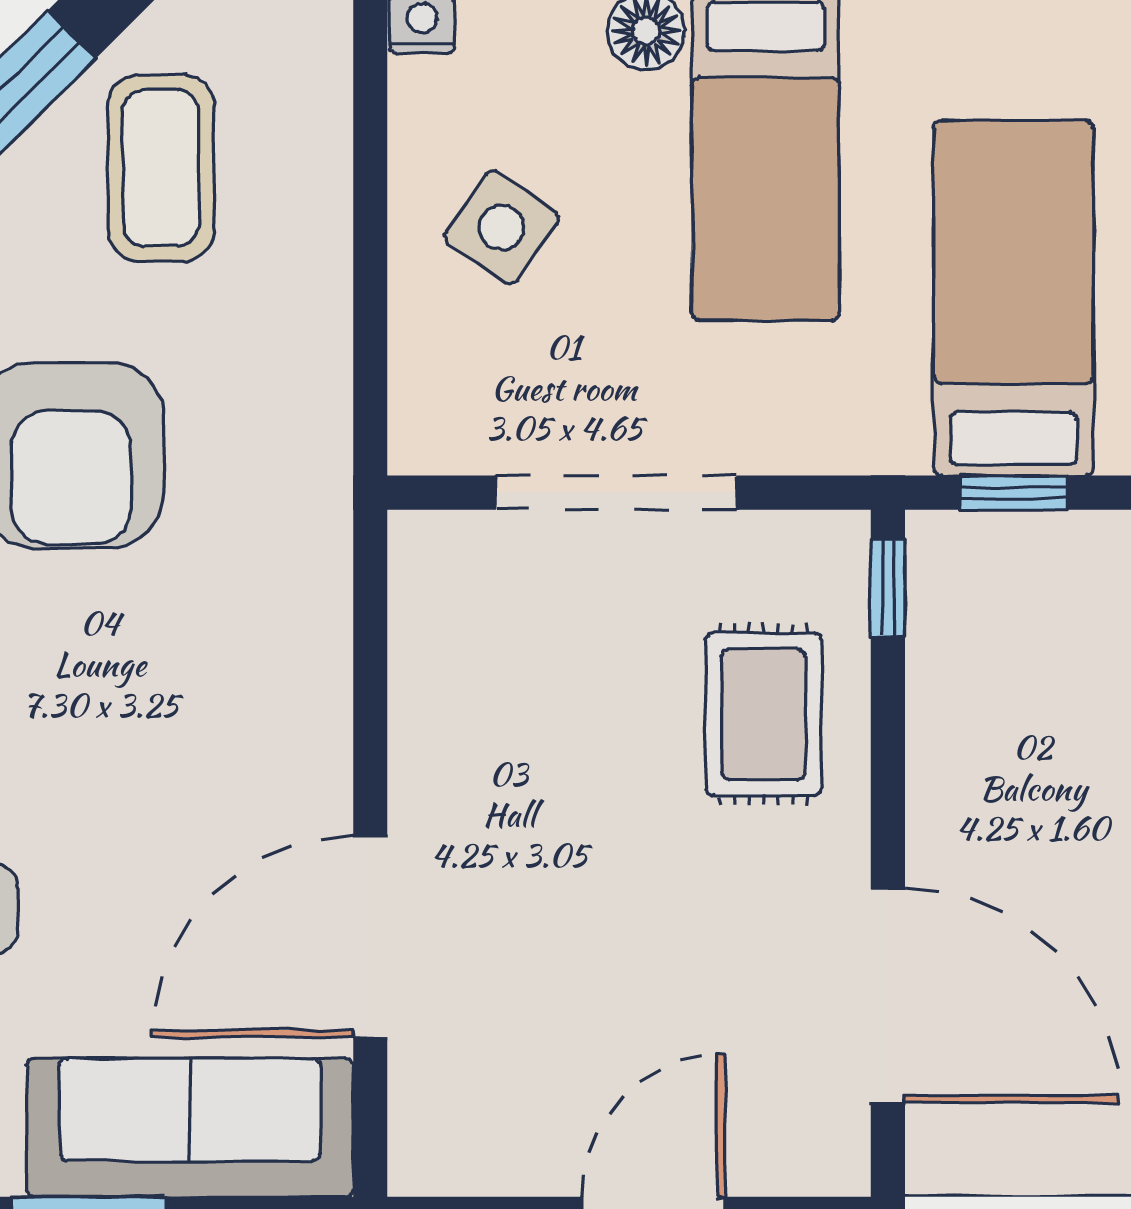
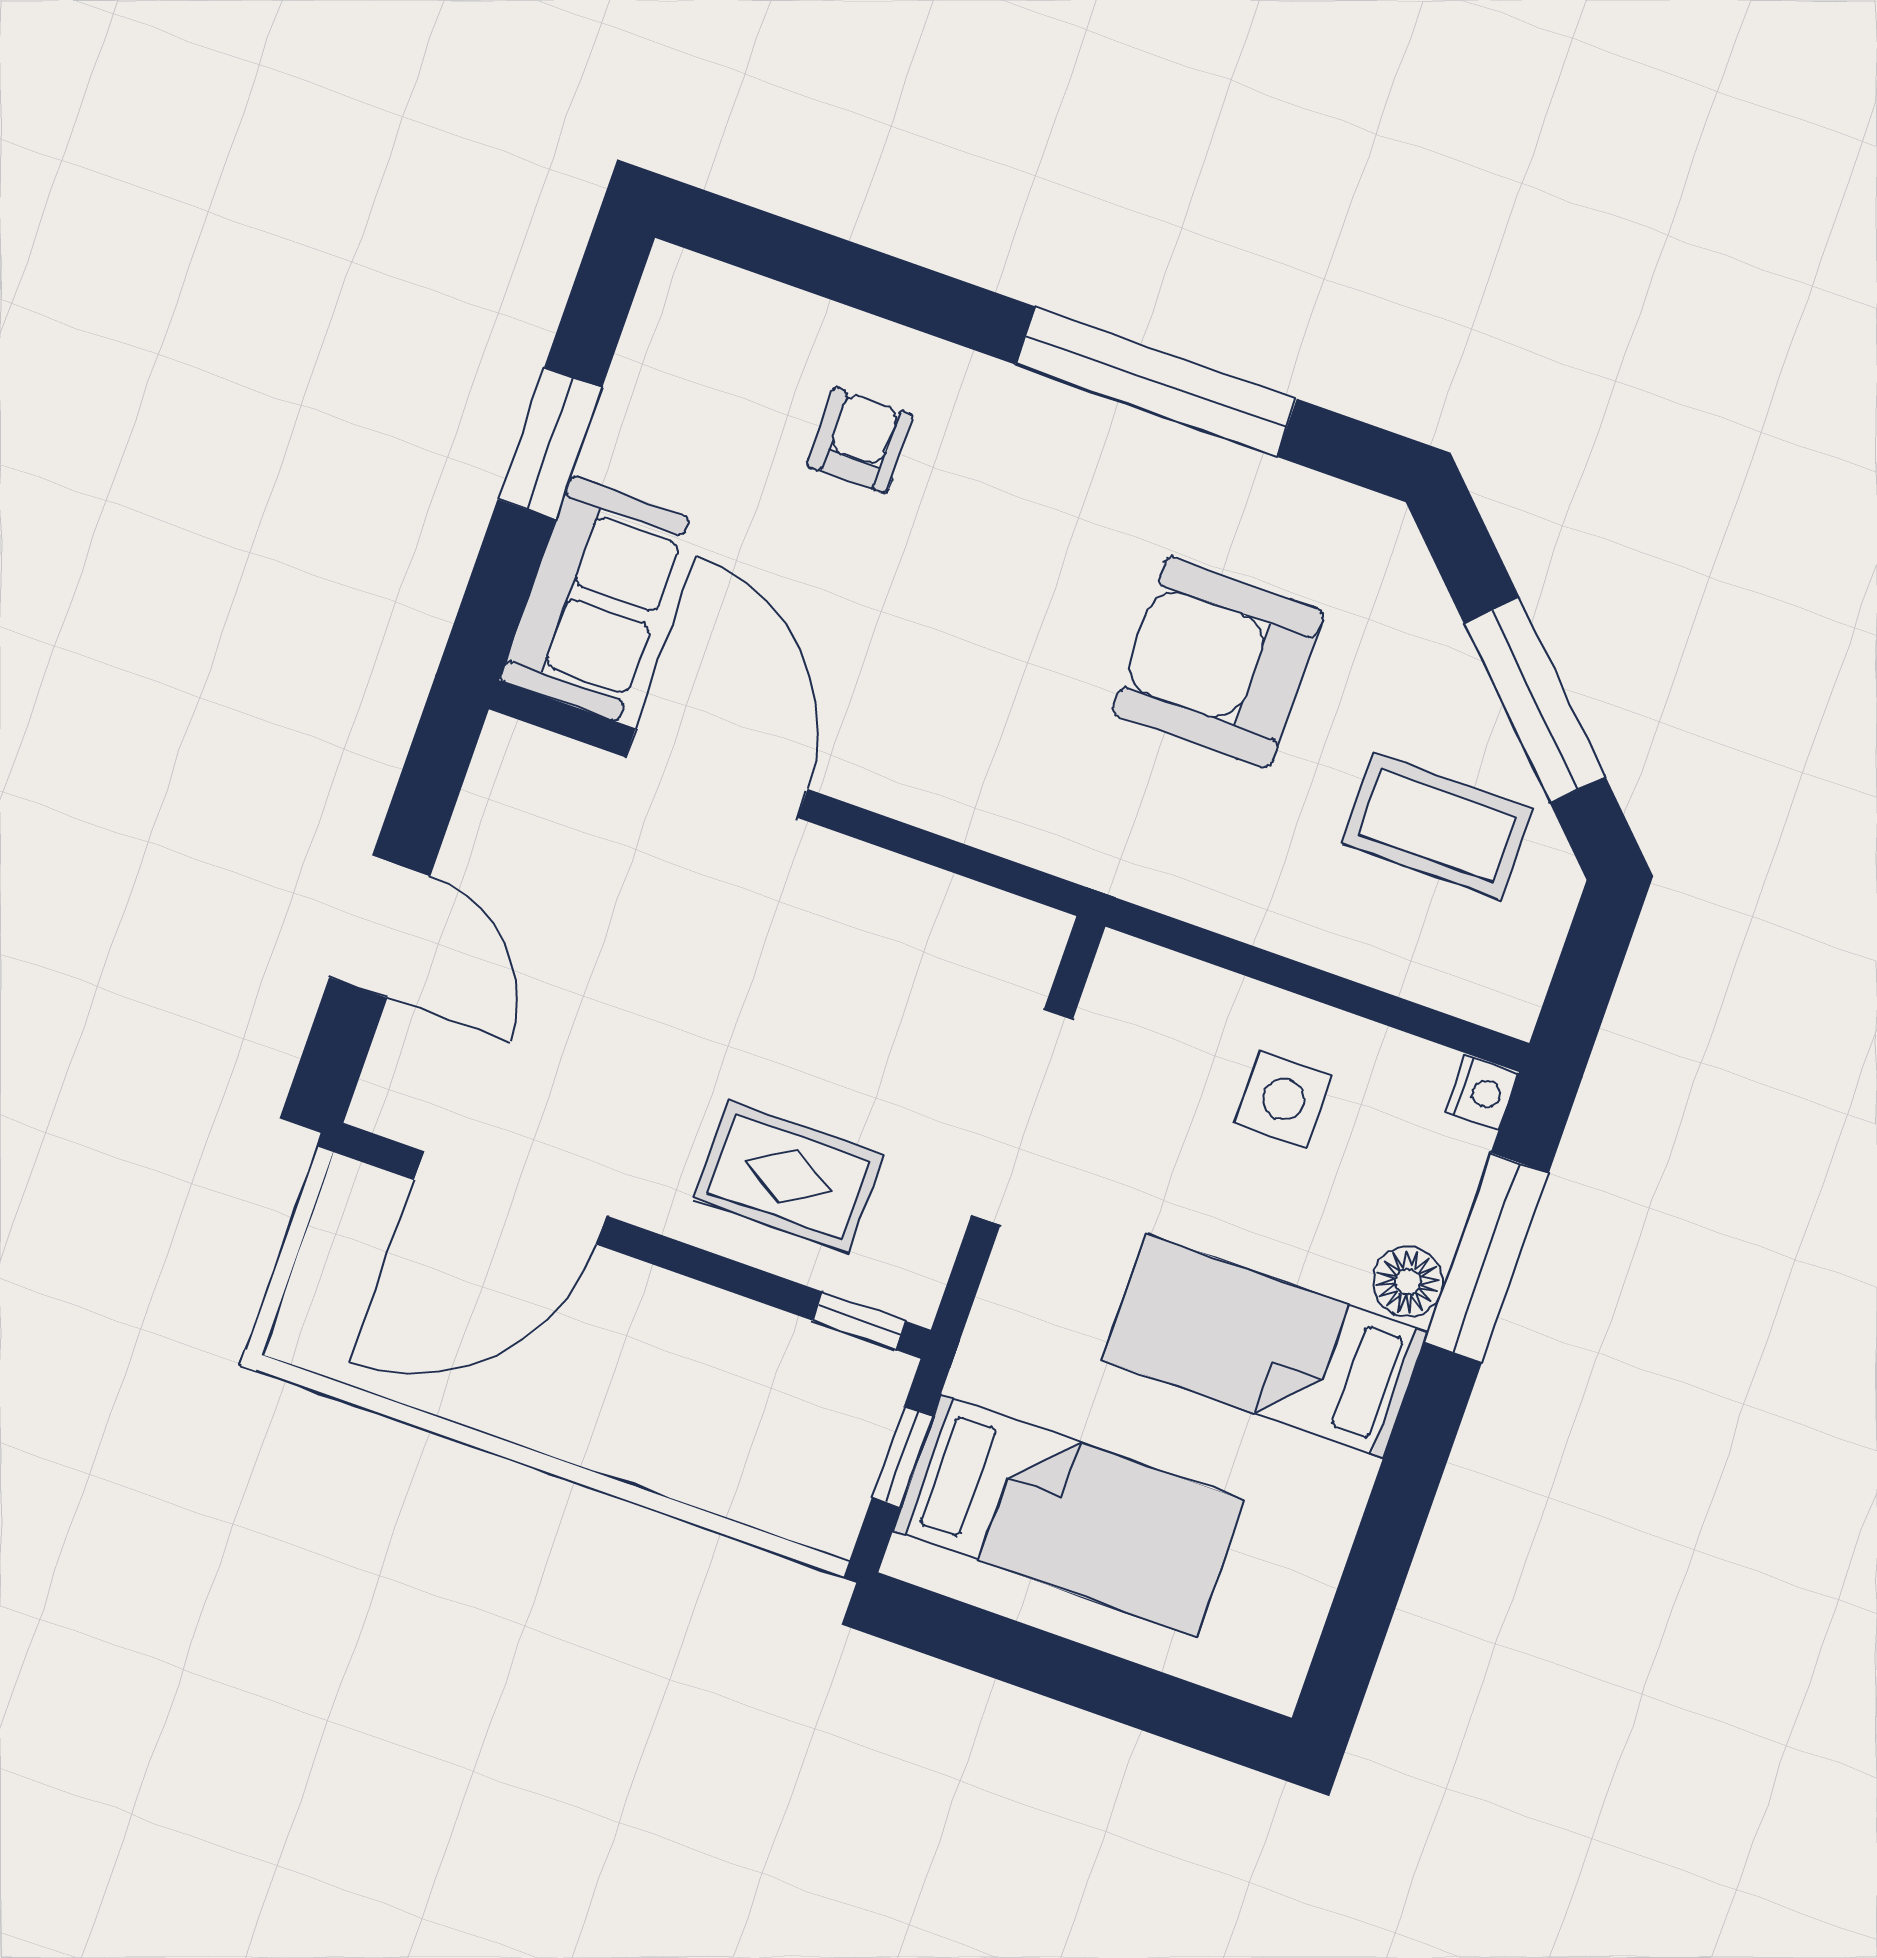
side table: (502, 227) -> (1283, 1099), turned -35
sofa: (190, 1128) -> (595, 599), width x0.73

